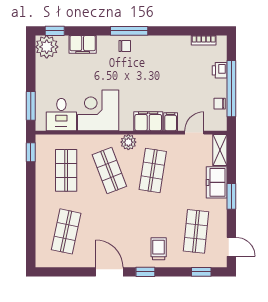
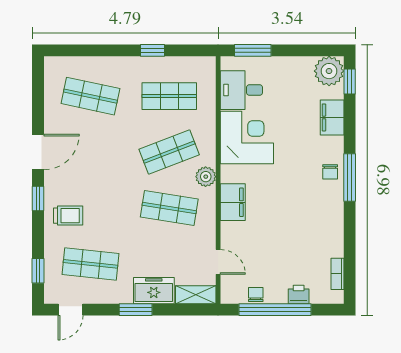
filing cabinet: (171, 122) -> (232, 231), removed
window: (31, 152) -> (152, 50), moved

